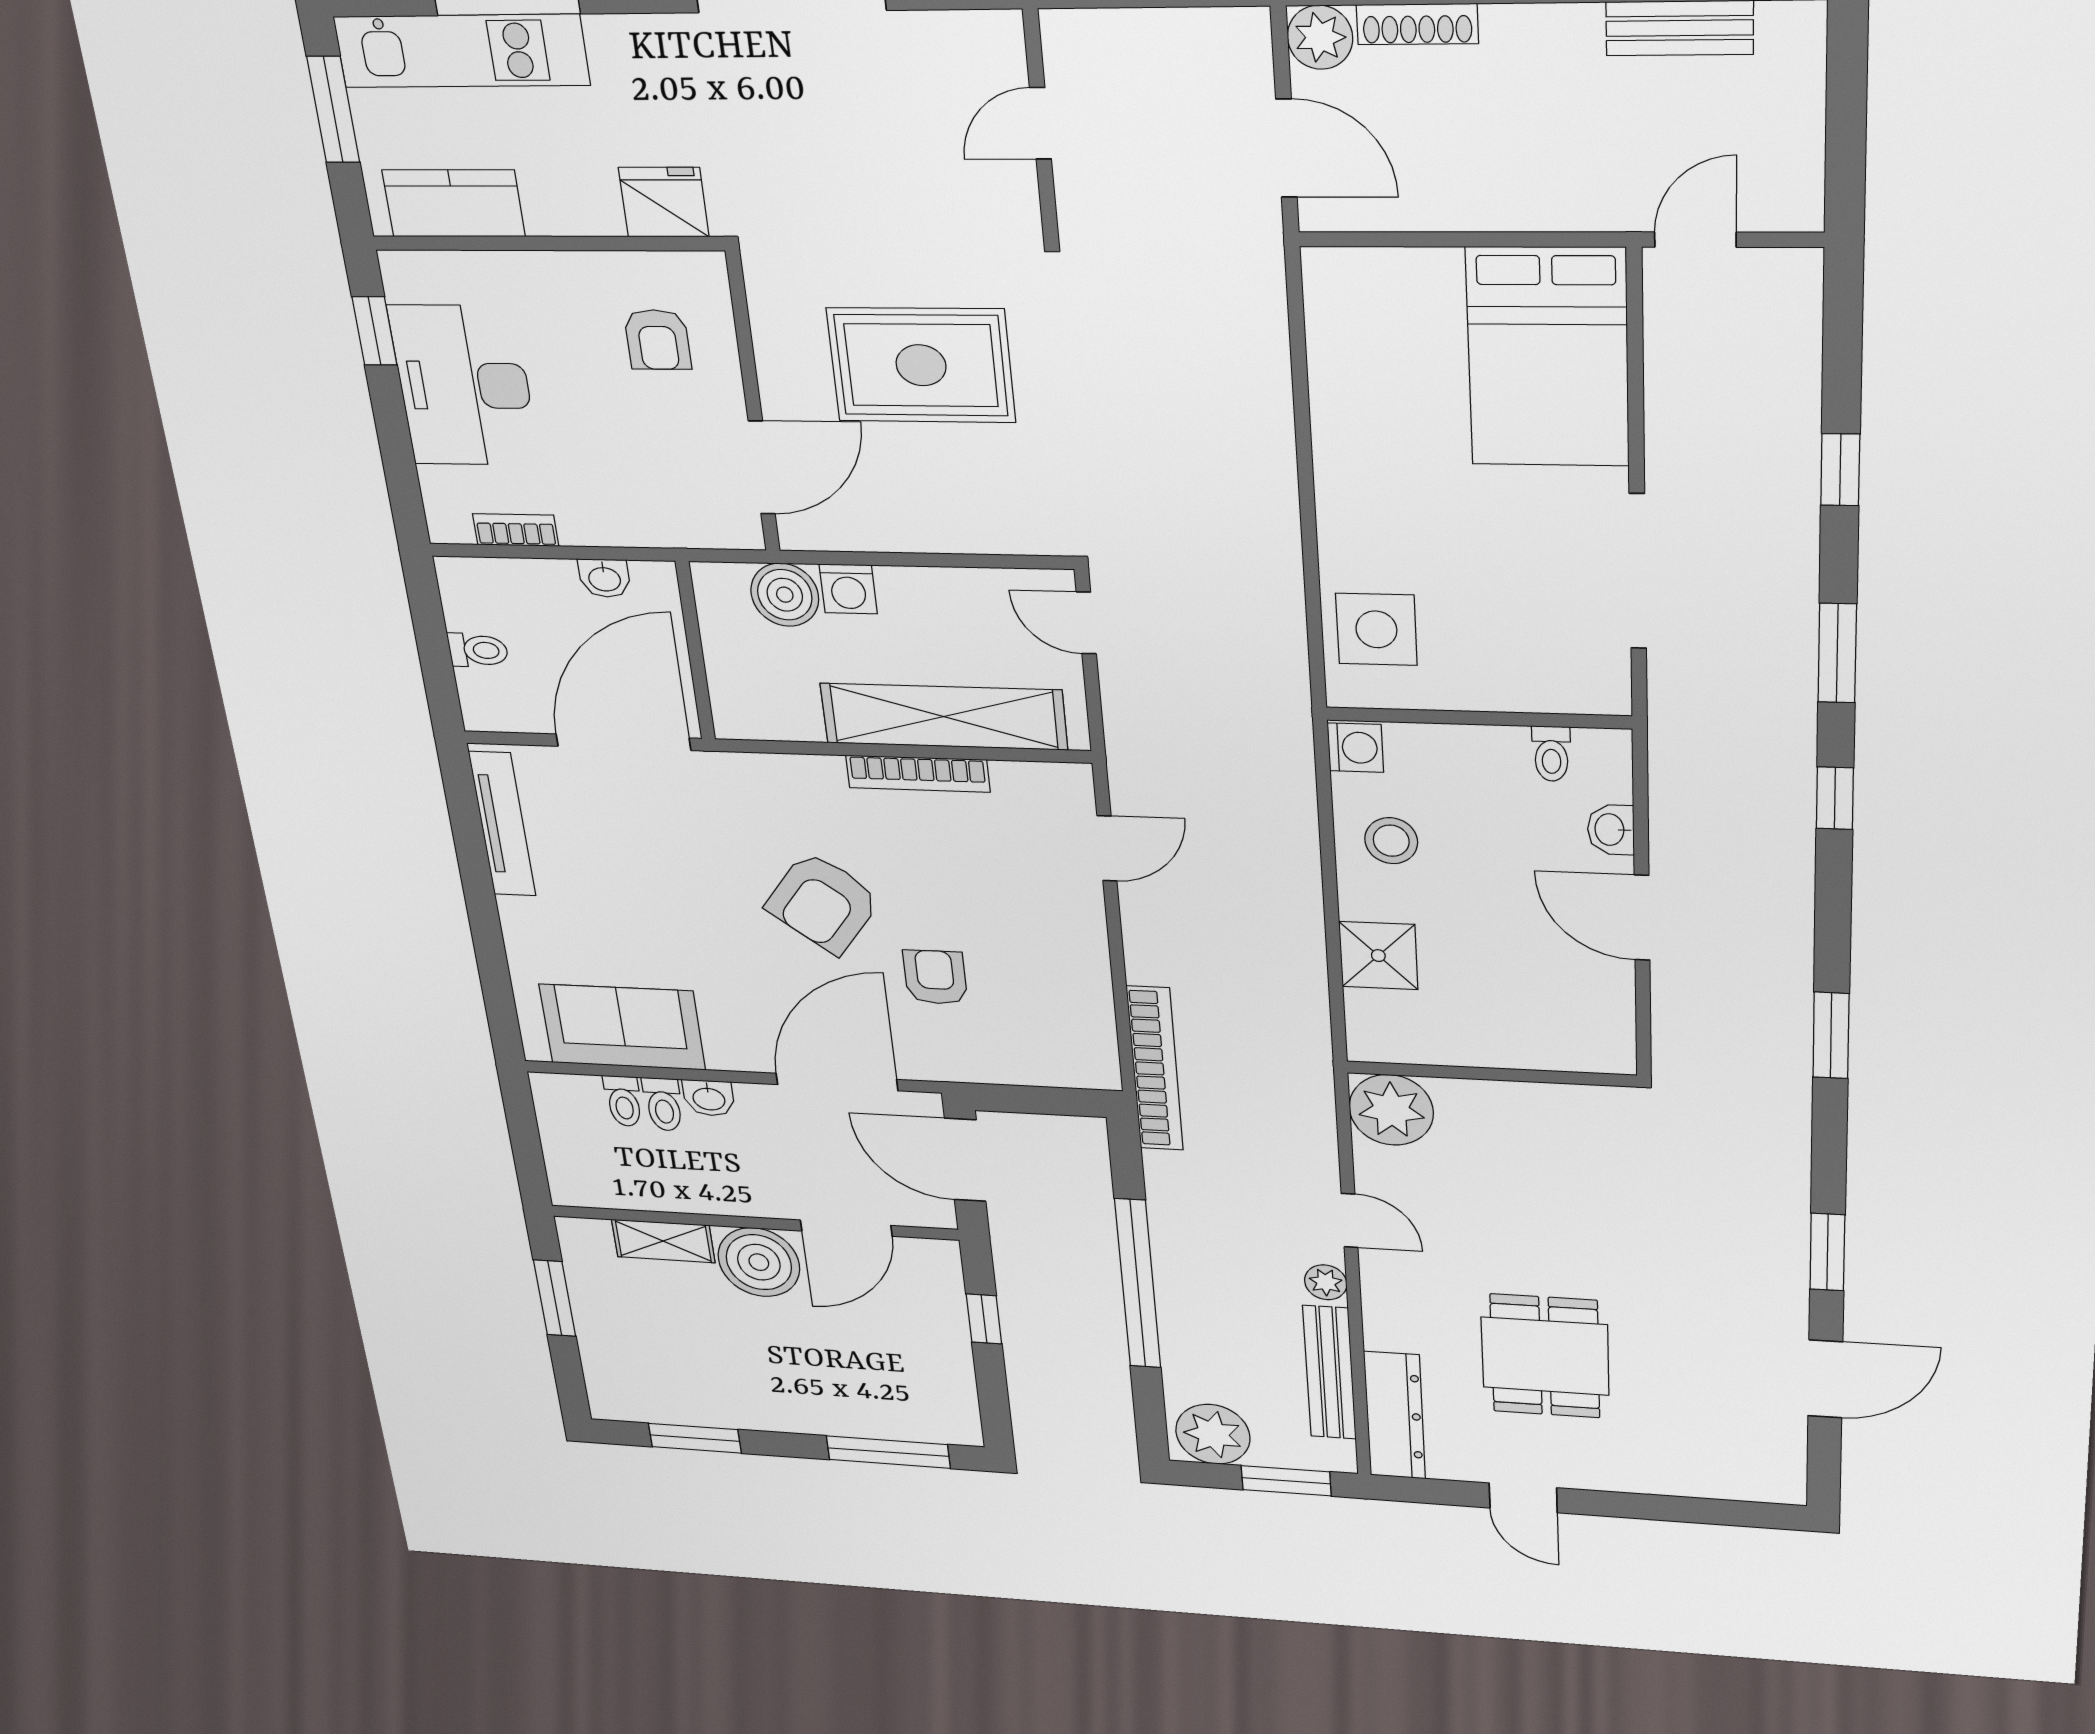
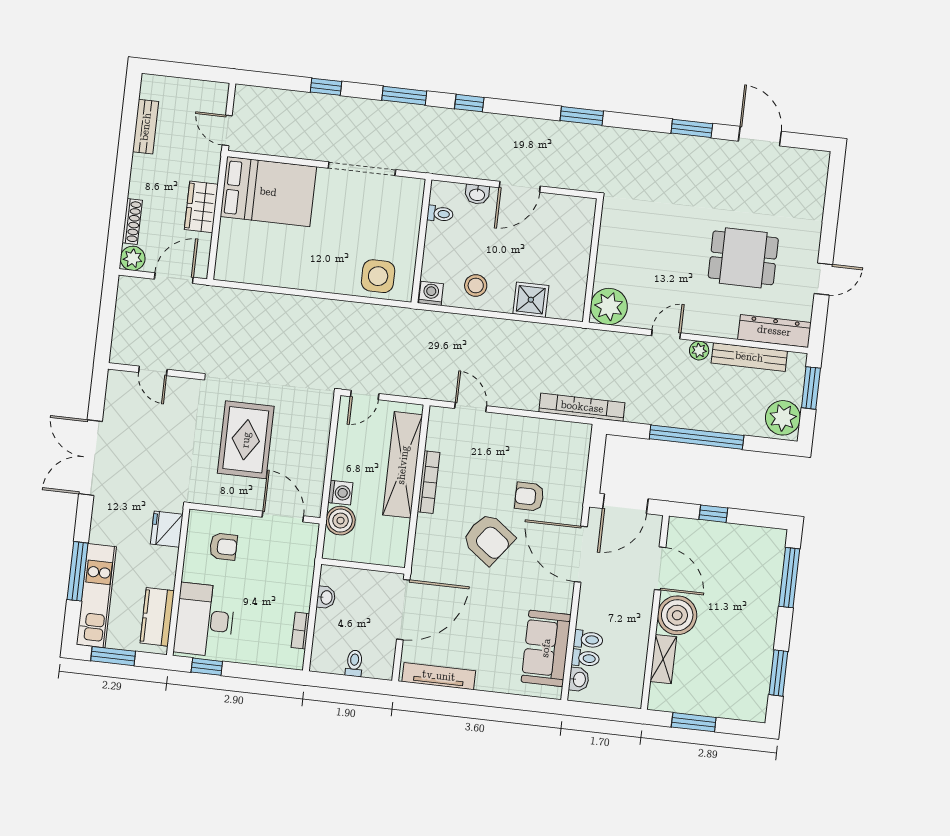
wardrobe: (1483, 197) -> (201, 207), added
desk: (464, 386) -> (205, 620), moved, turned 90
door: (623, 742) -> (403, 610), swing flipped
washbasin: (709, 1098) -> (579, 679), moved

